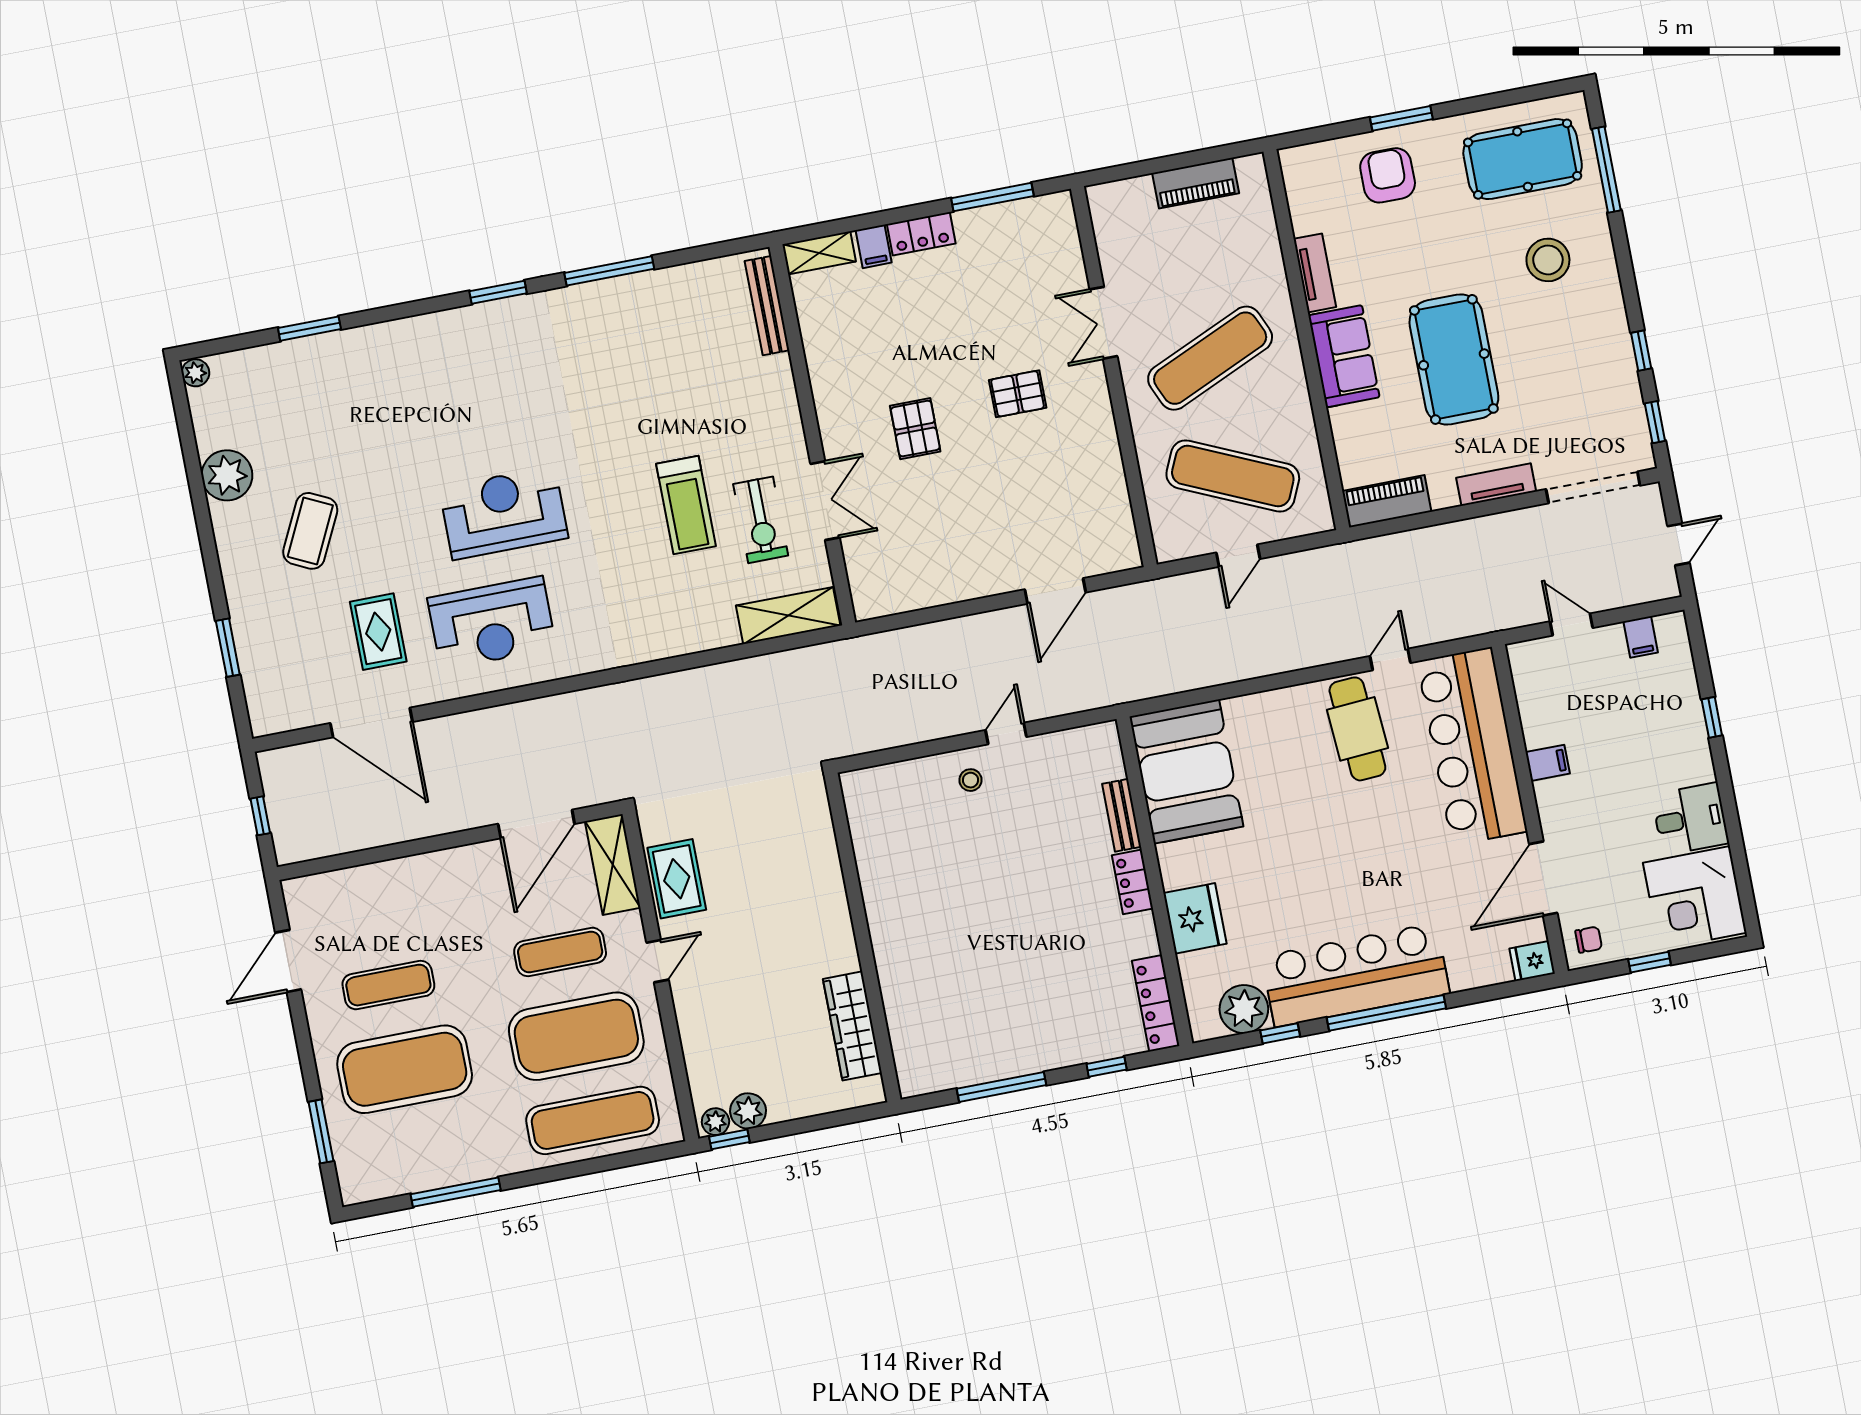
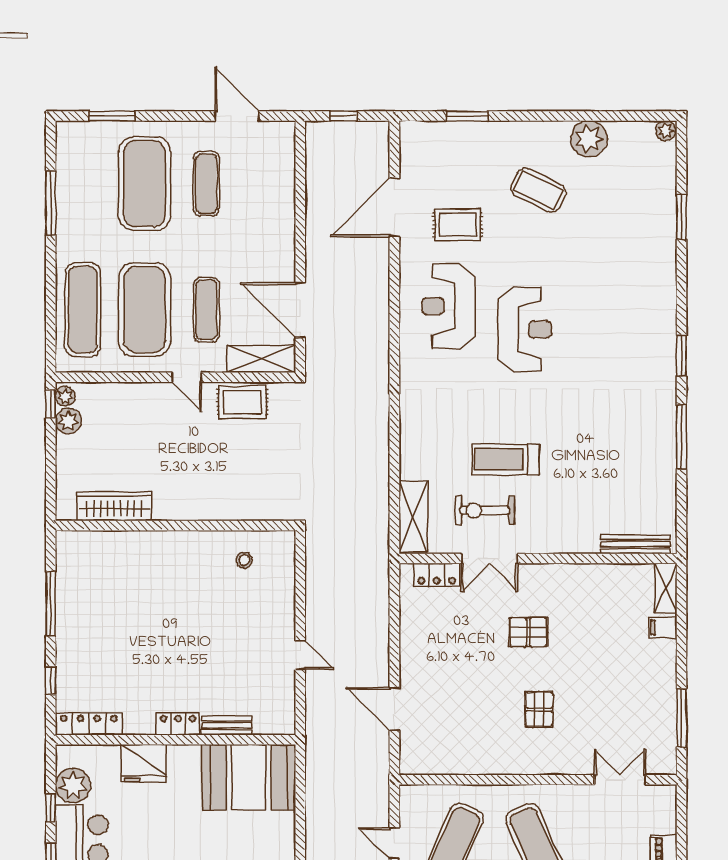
locker: (921, 234) -> (437, 575), moved, turned -90
double door: (1104, 323) -> (620, 780), moved
stool: (971, 780) -> (244, 560), moved

